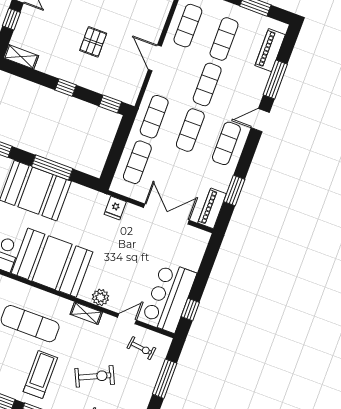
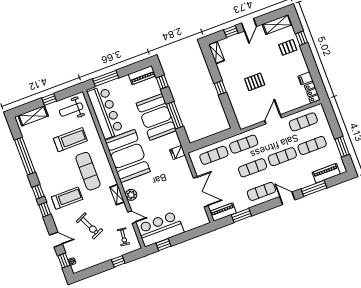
window: (110, 104) -> (231, 117), removed
fridge: (115, 208) -> (177, 152), moved
window: (165, 379) -> (118, 261), width x0.46

